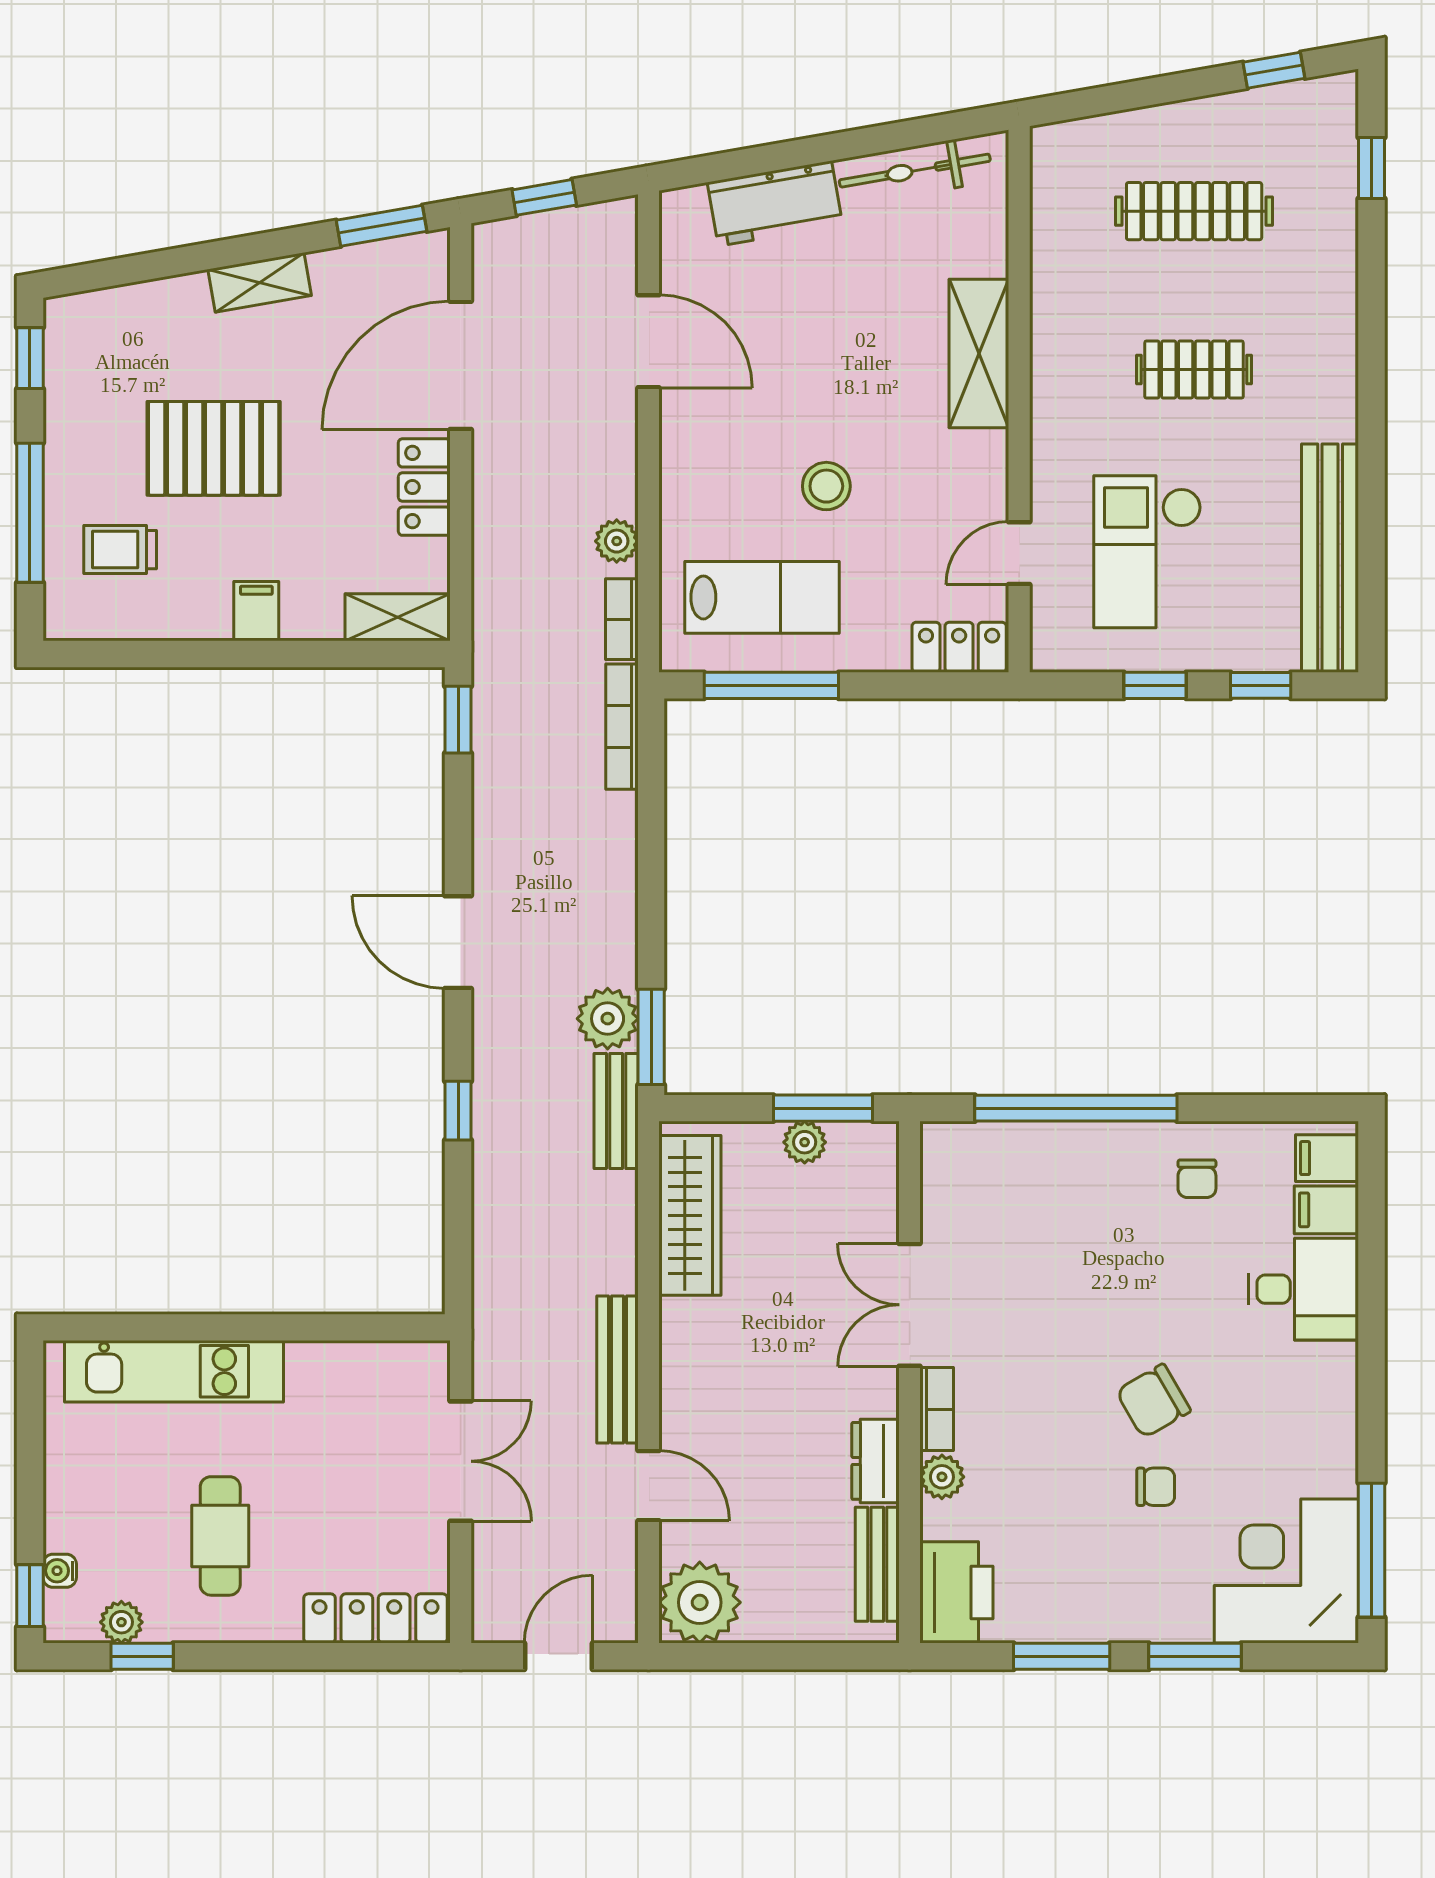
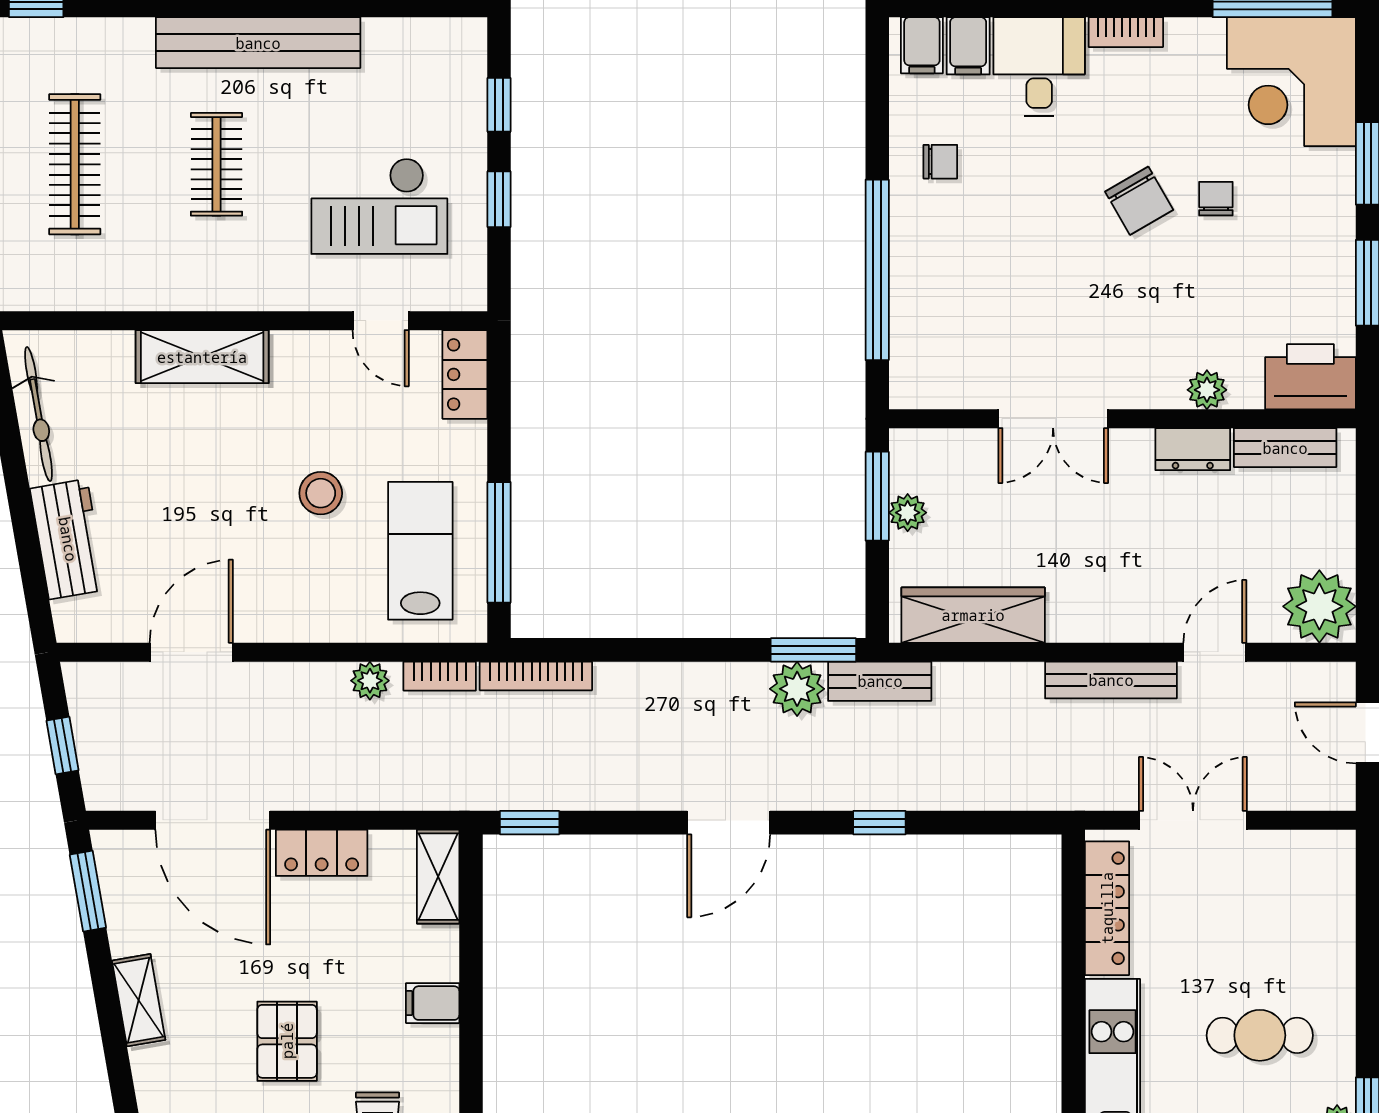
pallet: (214, 448) -> (287, 1041), width x0.67, depth x0.71
bench: (1330, 558) -> (258, 43), moved
bookcase: (937, 1409) -> (1126, 32), moved, turned 180
locker: (375, 1618) -> (1107, 908), moved, turned 180

